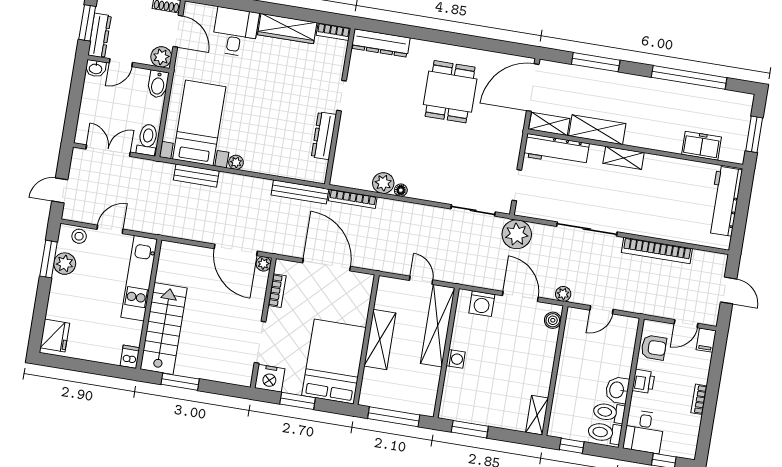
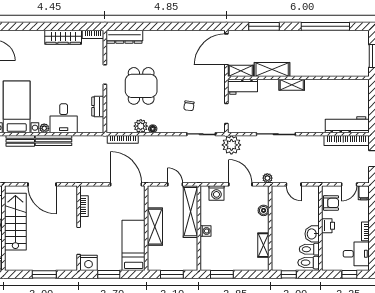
desk: (235, 32) -> (64, 118), moved, turned 180
dining table: (450, 92) -> (141, 86), moved
dresser: (324, 136) -> (98, 107), width x0.70
freezer: (701, 146) -> (340, 69), removed
workbench: (556, 150) -> (242, 87), width x0.73
chair: (462, 164) -> (189, 106), added
bench: (300, 192) -> (54, 141), moved
workbench: (724, 201) -> (347, 125), moved, turned 90
door: (236, 250) -> (42, 184), moved
bookcase: (657, 250) -> (347, 141), moved
plant: (264, 264) -> (73, 190), removed
door: (327, 265) -> (126, 184), moved
door: (601, 310) -> (294, 184), hinge flipped
boiler: (553, 320) -> (264, 210), moved
stairs: (164, 329) -> (15, 222), moved
bed: (334, 362) -> (134, 245), width x0.67
window: (180, 382) -> (44, 274), moved
shelving: (537, 415) -> (263, 245), moved
window: (394, 417) -> (172, 274), width x0.69
desk: (644, 432) -> (356, 254), moved, turned -90

